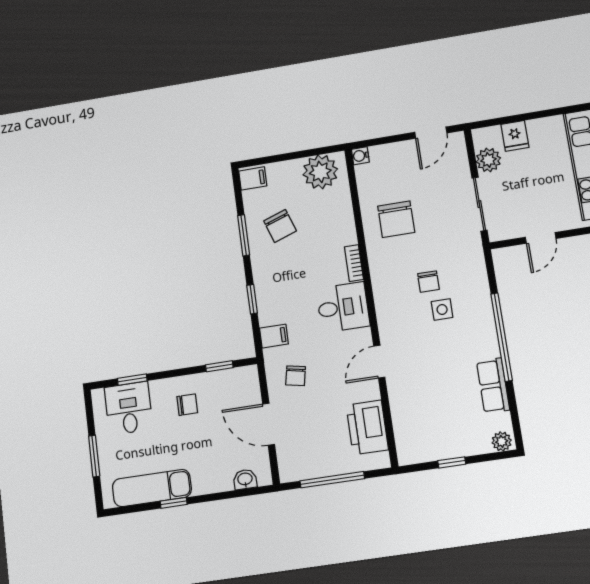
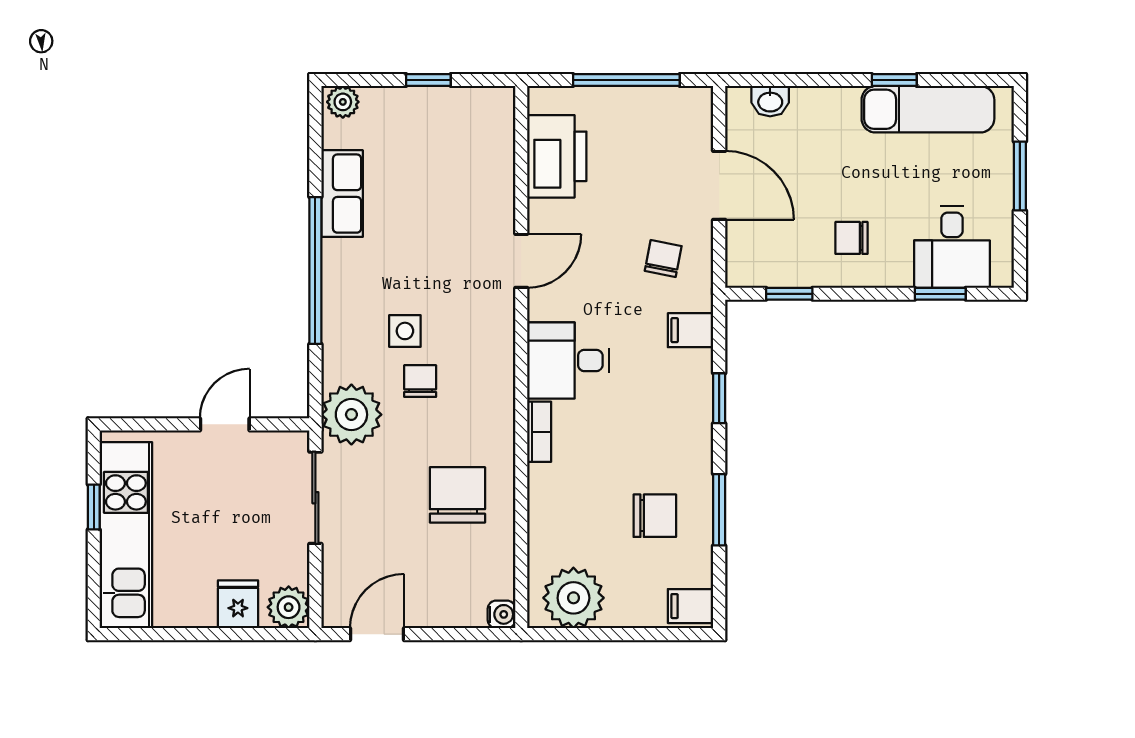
plant: (488, 160) -> (289, 607), moved
chair: (280, 226) -> (655, 516), turned 109
plant: (466, 256) -> (351, 415), added

